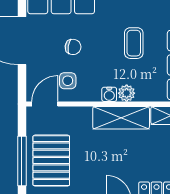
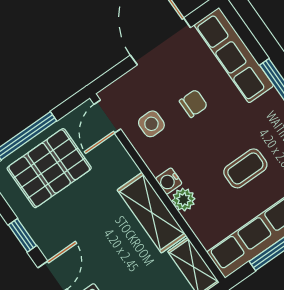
chair: (73, 47) -> (193, 103), turned -99
door: (45, 104) -> (107, 117), swing flipped

